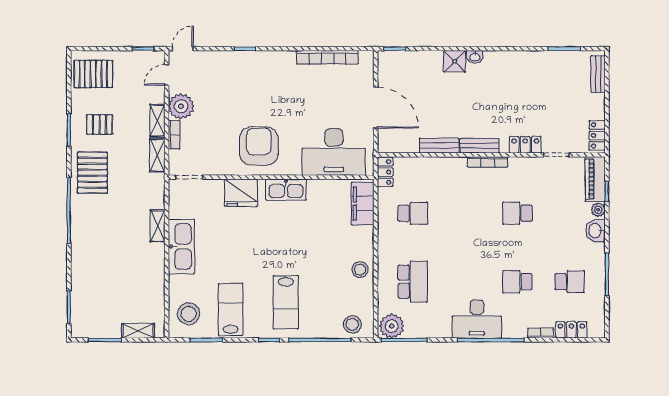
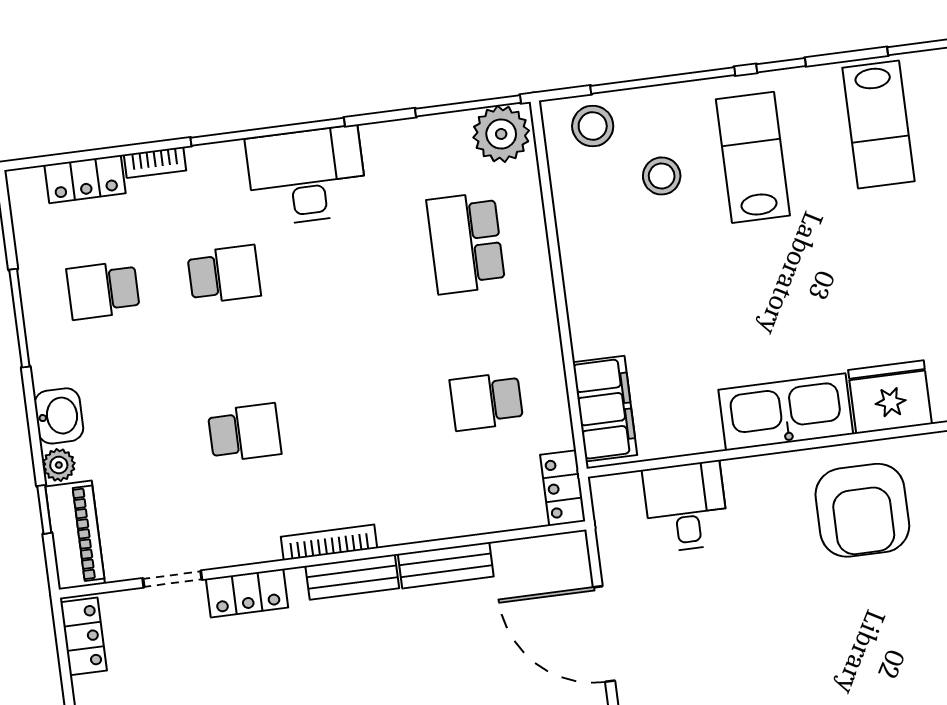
desk: (334, 152) -> (686, 507), width x0.53, depth x0.77
kitchen sink: (286, 190) -> (786, 412), width x1.36, depth x1.24
stool: (360, 270) -> (662, 176), moved

